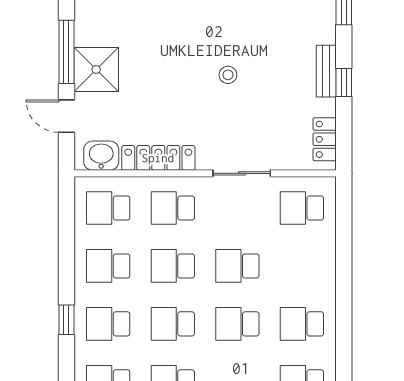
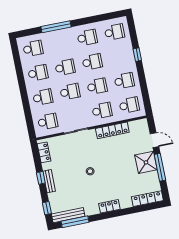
washbasin: (101, 156) -> (137, 127), removed
school desk: (108, 324) -> (43, 97), moved

